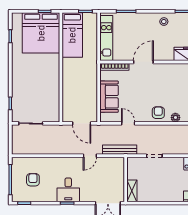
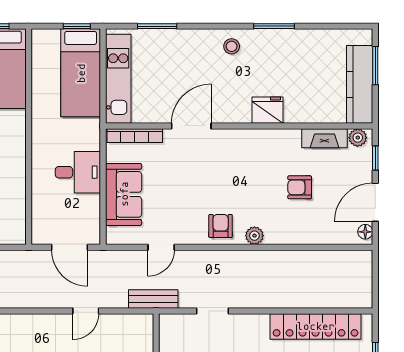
bed: (72, 35) -> (81, 73), moved
desk: (86, 85) -> (78, 172), added
door: (128, 123) -> (161, 247), swing flipped
bench: (120, 150) -> (153, 299), width x0.73

